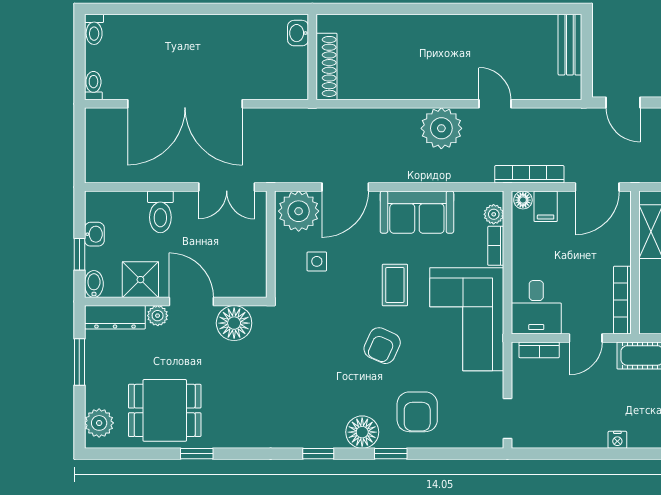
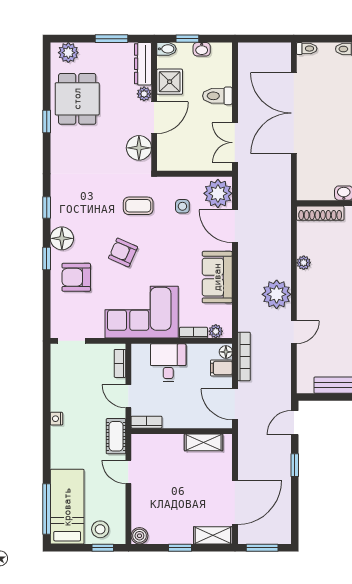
plant: (397, 90) -> (304, 263), added
coffee table: (395, 285) -> (138, 206), moved
bookcase: (622, 300) -> (147, 422), width x0.64
desk: (536, 307) -> (168, 363), moved, turned 90

